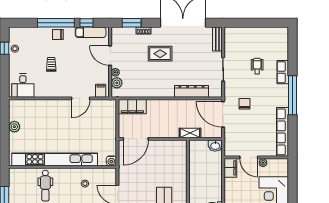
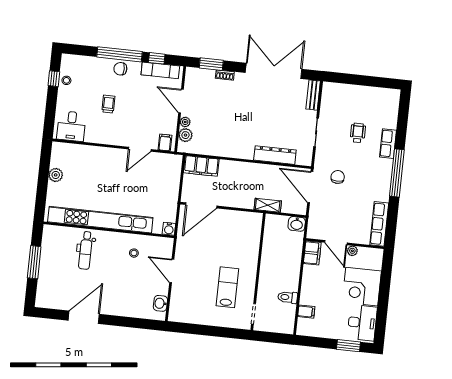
rug: (160, 54) -> (242, 105), removed
row of seats: (283, 132) -> (379, 224), width x0.73

